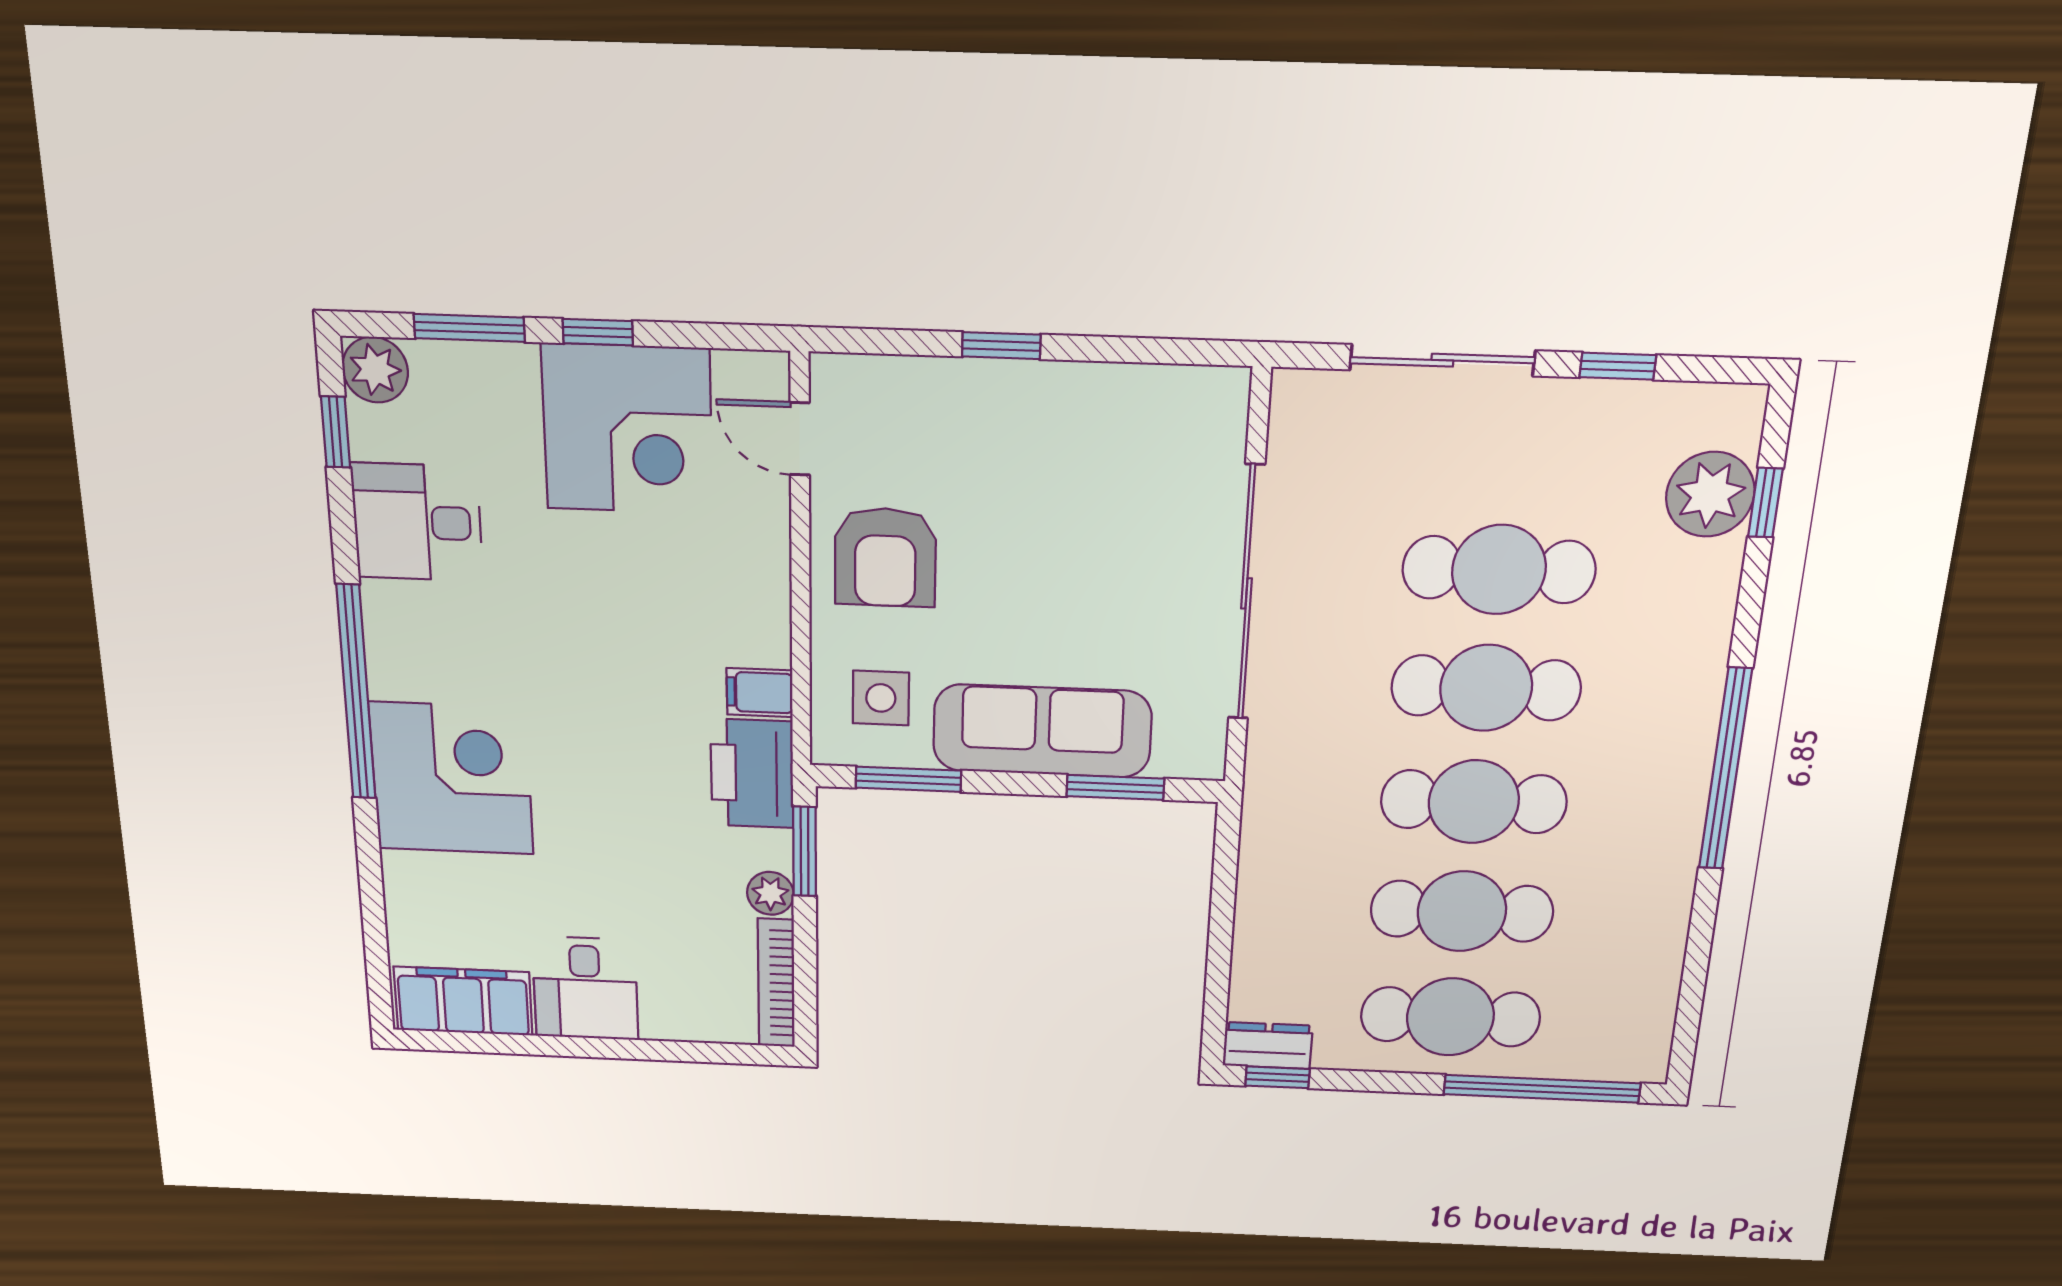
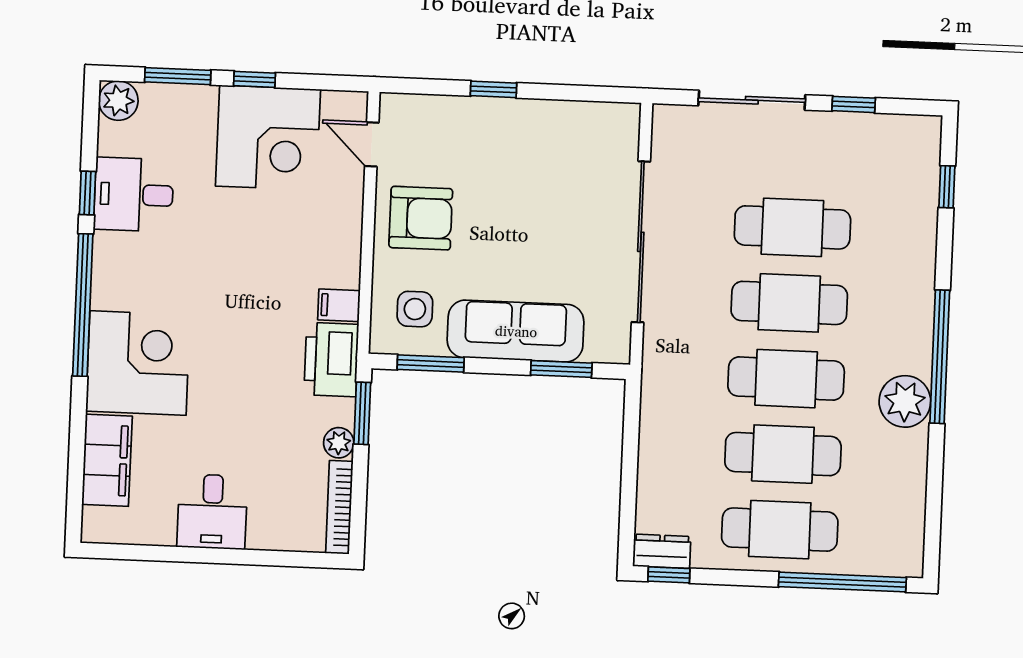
window: (336, 432) -> (88, 193), moved
plant: (1710, 494) -> (905, 401), moved
armchair: (885, 557) -> (421, 218), turned -90
filing cabinet: (463, 1001) -> (107, 460), moved, turned 90

